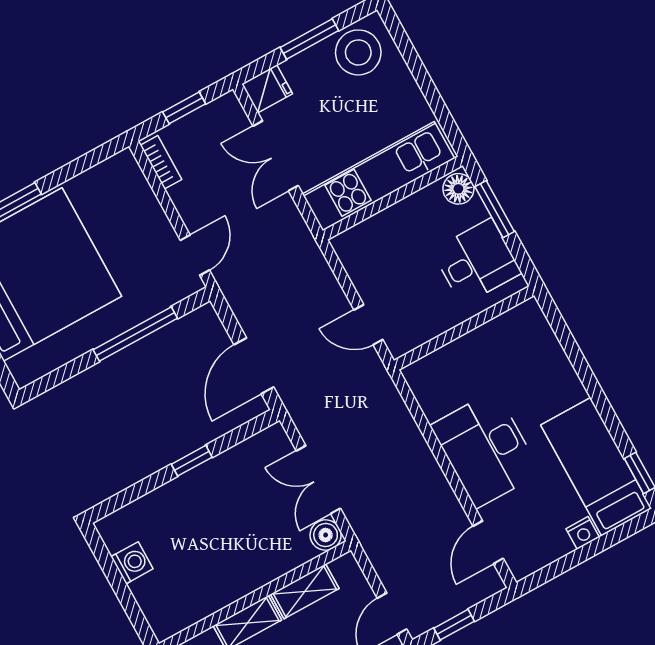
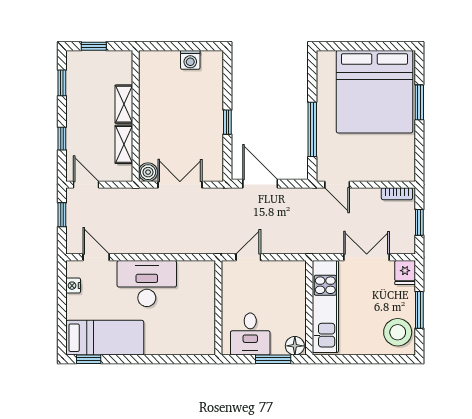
nightstand: (583, 533) -> (73, 286), moved

